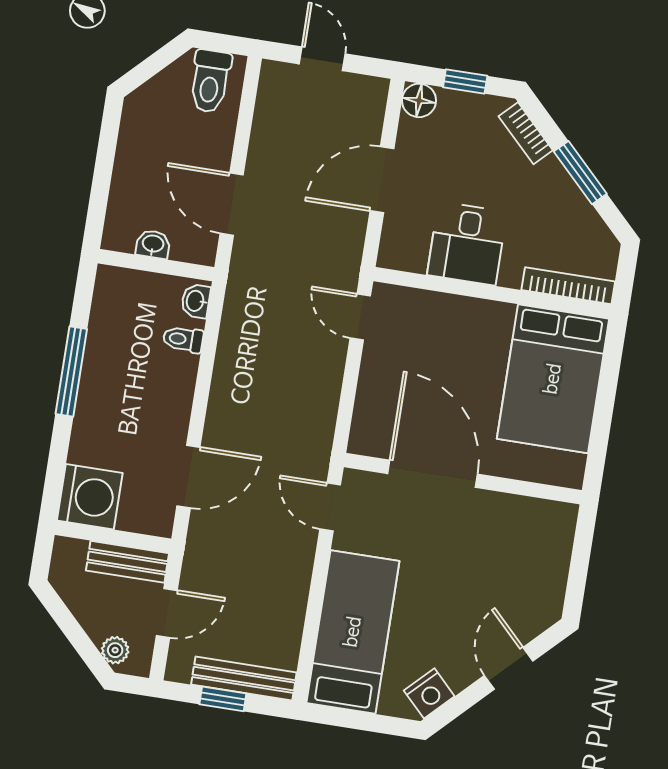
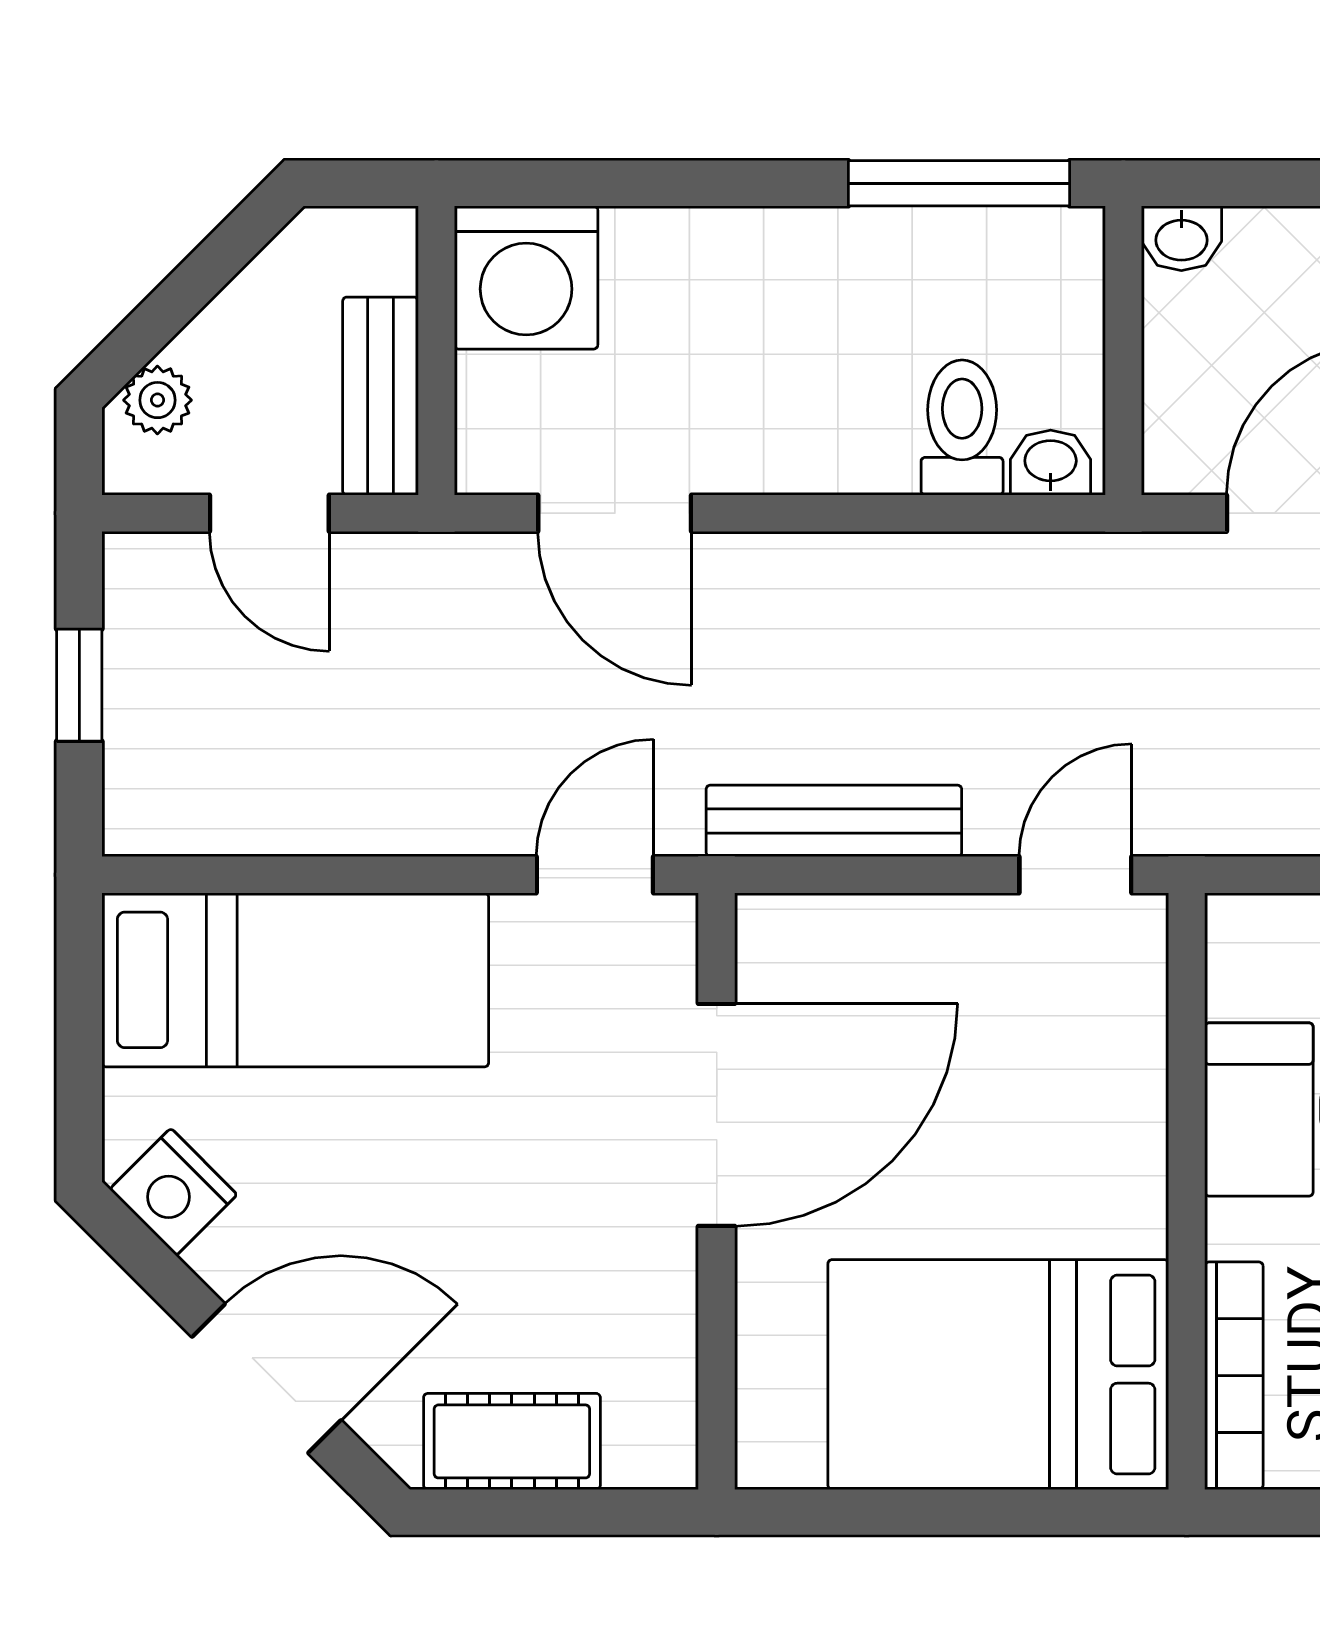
washbasin: (153, 244) -> (1181, 238), moved, turned 90
toilet: (183, 339) -> (962, 428), width x1.37, depth x1.39
window: (71, 372) -> (959, 183), moved
cot: (549, 575) -> (512, 1441), added
door: (509, 668) -> (267, 1378), width x1.38
bench: (244, 679) -> (834, 821), moved, turned 90

